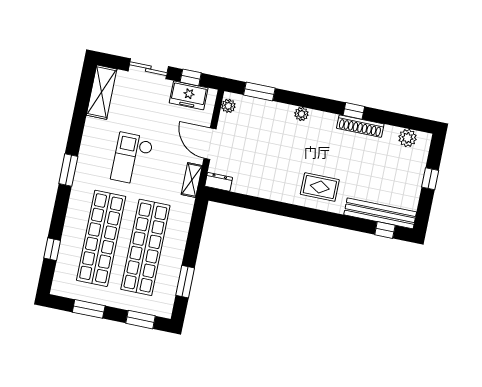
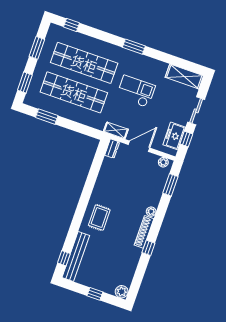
shoe rack: (360, 126) -> (144, 232), moved
plant: (408, 138) -> (122, 292), moved
window: (52, 249) -> (71, 25), moved

